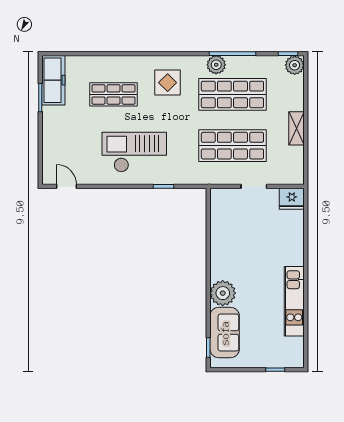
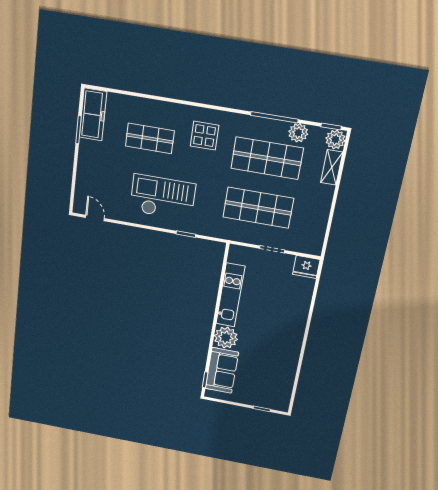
plant: (216, 65) -> (298, 133), moved
shelving: (297, 128) -> (332, 167), moved
kitchen unit: (294, 301) -> (230, 295), moved, turned 180

